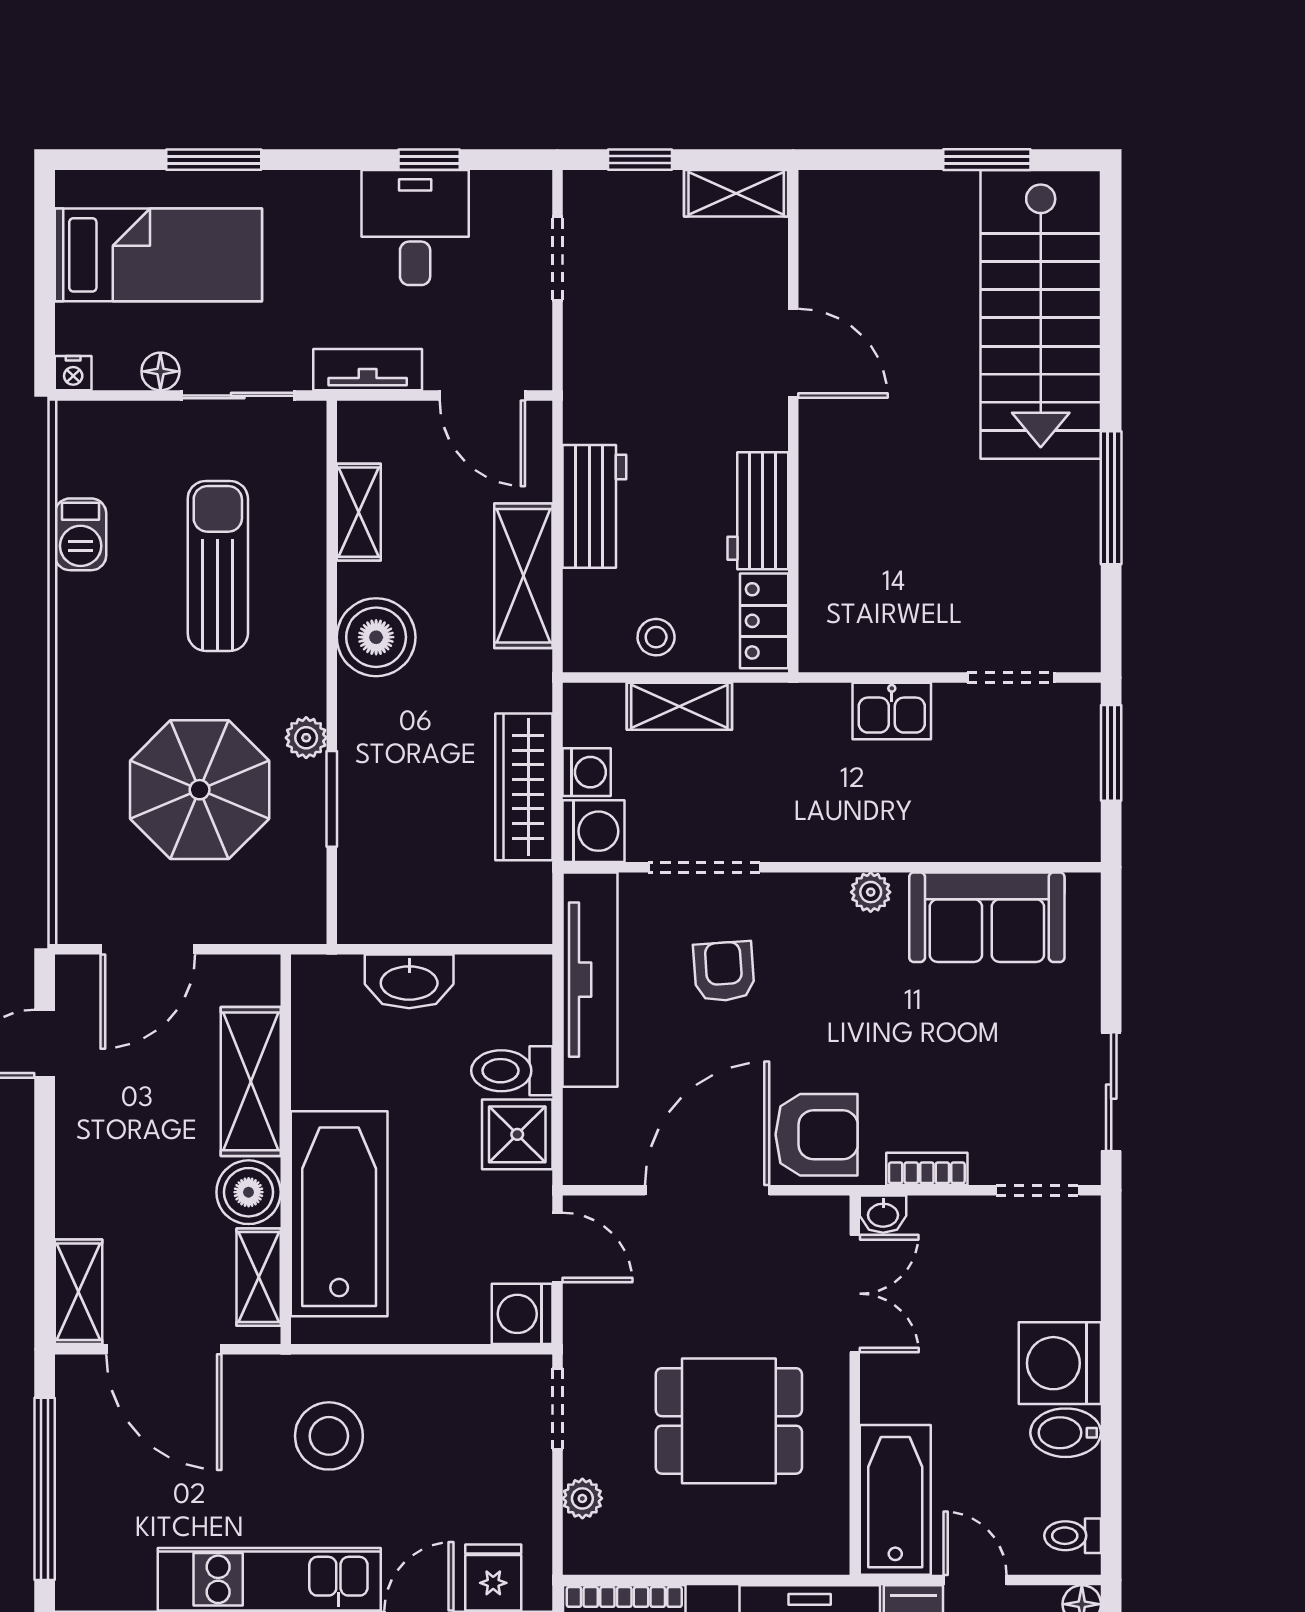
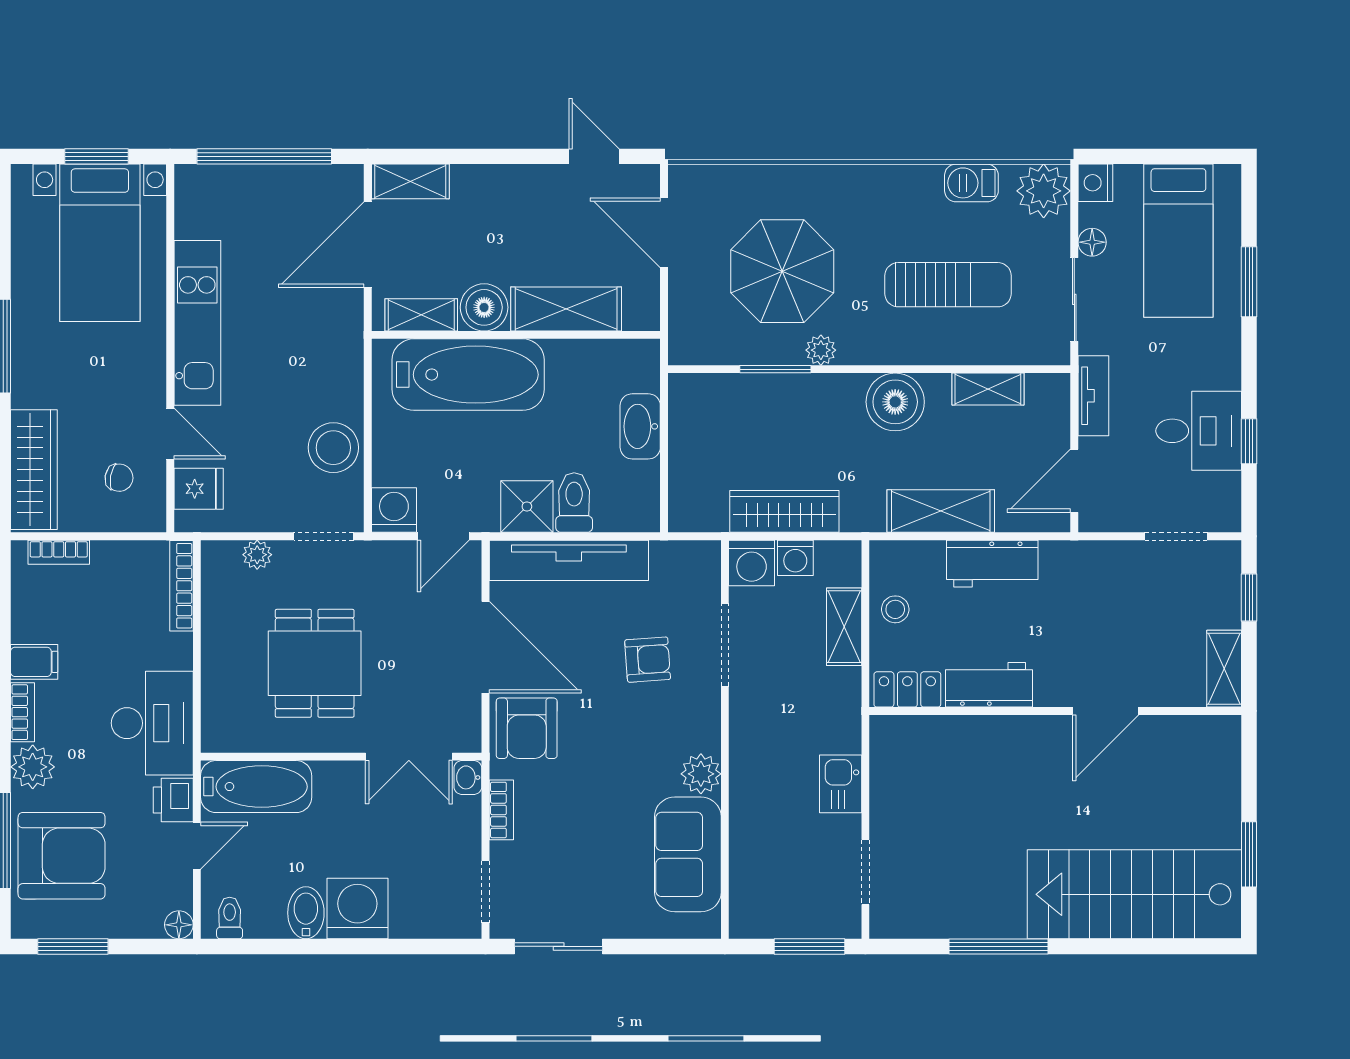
nightstand: (73, 373) -> (1095, 183), width x1.39, depth x1.35
plant: (91, 437) -> (1044, 191), added
plant: (871, 892) -> (701, 774), width x1.38, depth x1.38
tv unit: (590, 980) -> (569, 560), moved
stool: (329, 1436) -> (333, 448), moved

